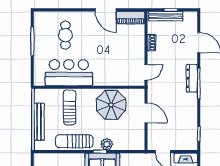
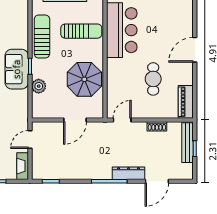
door: (106, 10) -> (195, 50), moved
cafe table: (65, 35) -> (153, 79), moved, turned 90
door: (146, 72) -> (122, 120), swing flipped
dresser: (192, 78) -> (128, 173), moved
plant: (107, 144) -> (39, 86), moved

